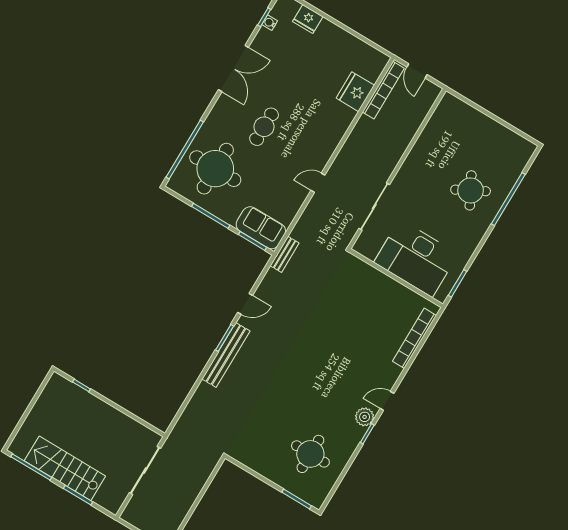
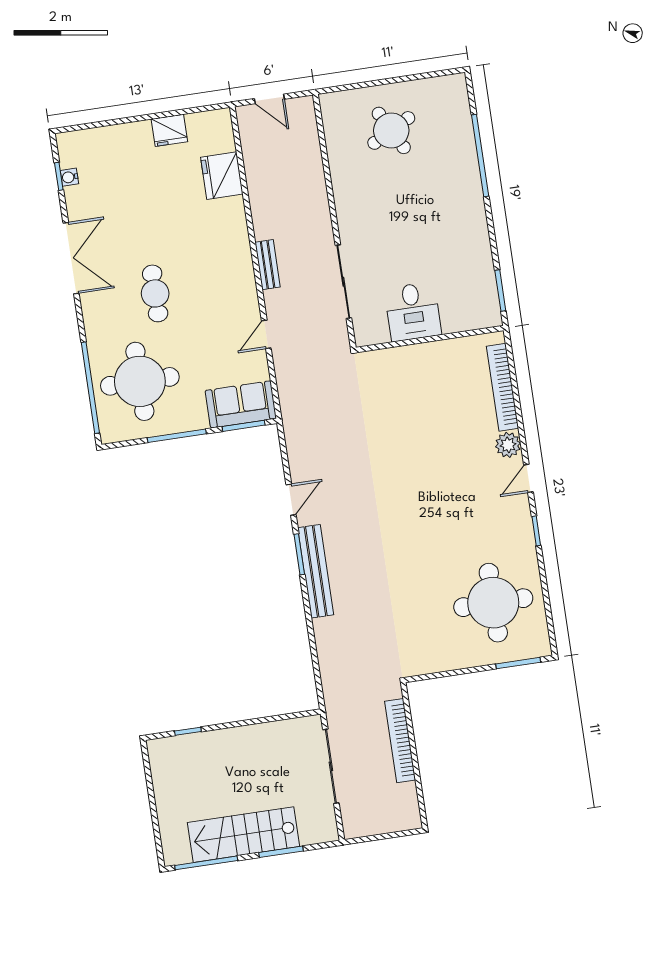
fridge: (308, 19) -> (169, 130), moved
bookcase: (383, 90) -> (400, 741), moved, turned 180
door: (318, 183) -> (266, 334), moved
round table: (471, 190) -> (391, 130), moved
bench: (285, 254) -> (268, 265), moved
desk: (416, 258) -> (413, 312), width x0.53, depth x0.77
plant: (365, 417) -> (508, 445), moved
round table: (310, 454) -> (493, 603), width x1.36, depth x1.36

